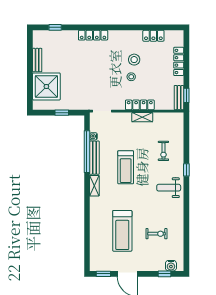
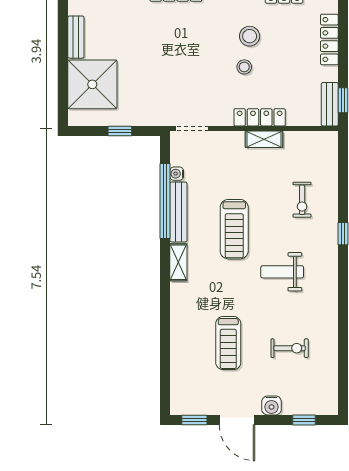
weight bench: (169, 188) -> (282, 272), moved
treadmill: (122, 231) -> (228, 343), width x0.73, depth x0.73
water cooler: (171, 266) -> (272, 405), moved

